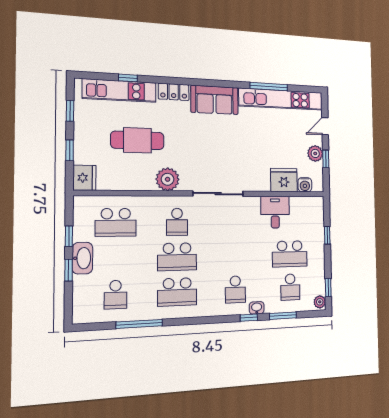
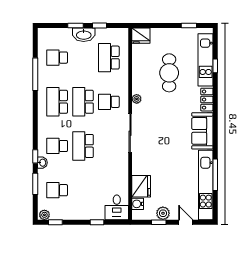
window: (70, 150) -> (160, 26), removed
plant: (168, 179) -> (137, 99), width x0.53, depth x0.53
desk: (275, 212) -> (117, 207), moved, turned 90
school desk: (290, 254) -> (83, 146), moved

